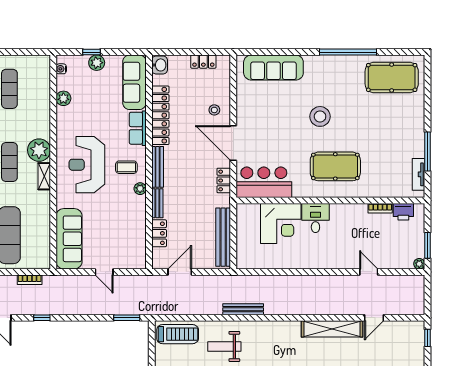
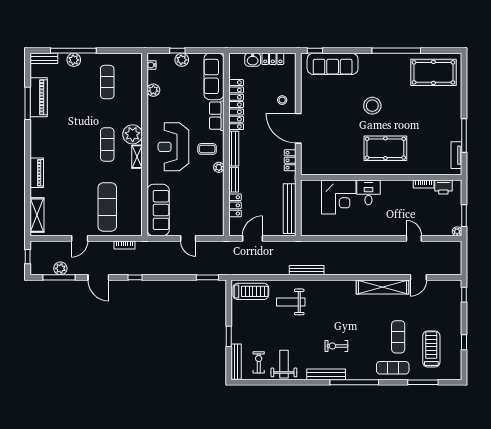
window: (253, 52) -> (315, 51), added
washbasin: (160, 65) -> (253, 60), moved, turned 90
bar counter: (264, 182) -> (324, 162), removed

